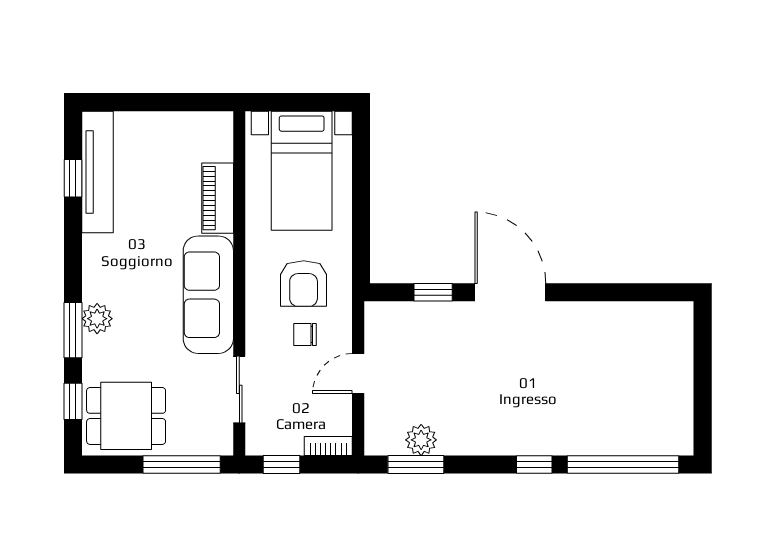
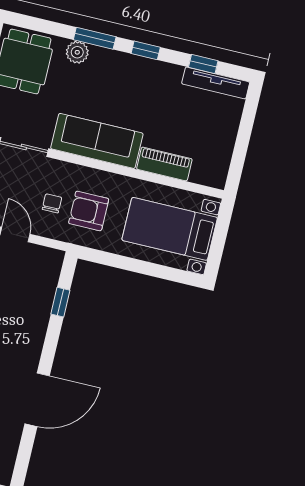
tv unit: (97, 172) -> (216, 83), width x0.73, depth x0.78
door: (510, 292) -> (37, 400), moved
plant: (97, 319) -> (77, 52), moved
window: (73, 401) -> (146, 50), moved

